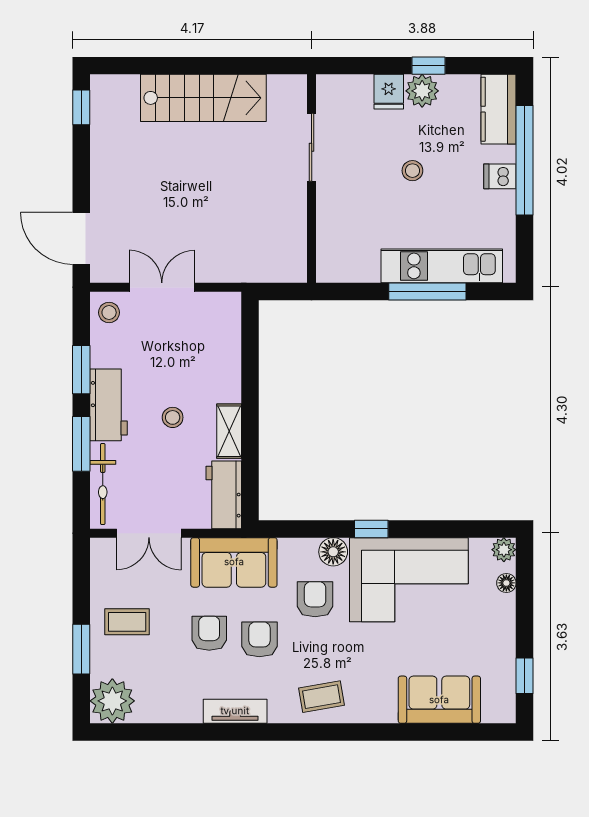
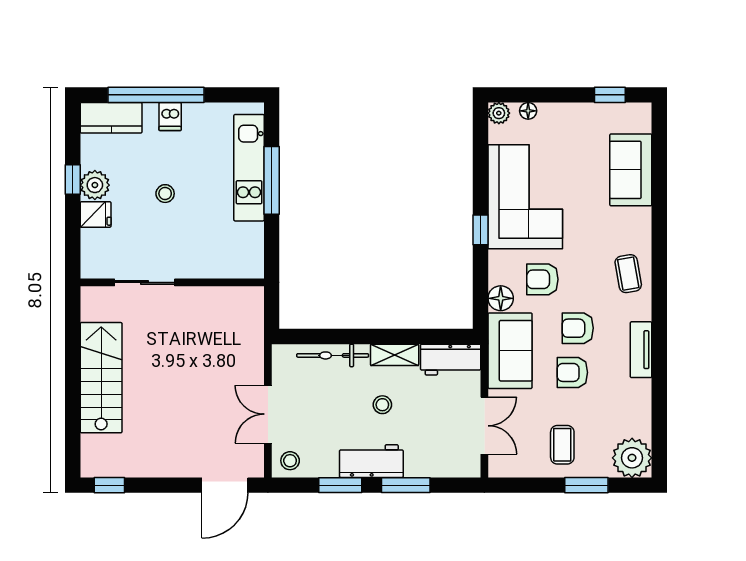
bicycle: (103, 484) -> (333, 355), moved, turned 180
floor lamp: (333, 552) -> (501, 298), moved

